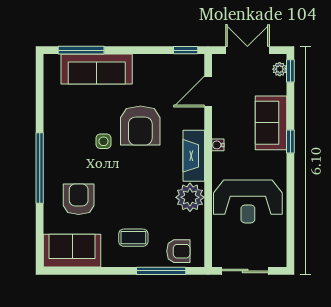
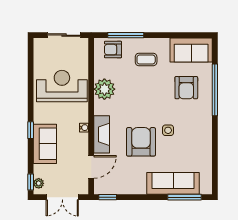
fireplace: (194, 156) -> (102, 134), moved
window: (40, 168) -> (215, 90), moved

